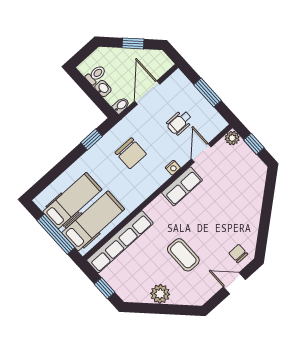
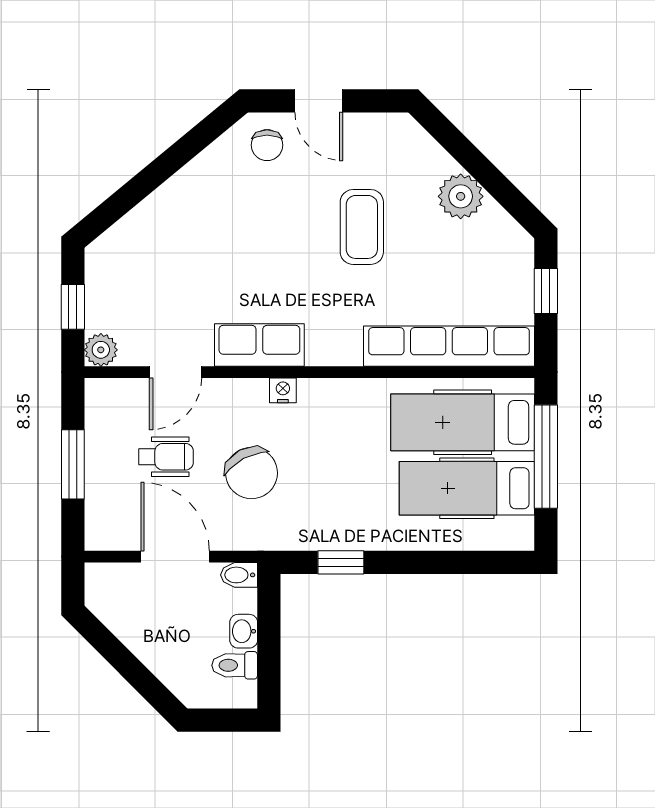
window: (133, 43) -> (124, 661), removed
door: (147, 93) -> (175, 557), swing flipped
chair: (131, 153) -> (251, 473), moved, turned 152
nightstand: (173, 168) -> (283, 390), moved

